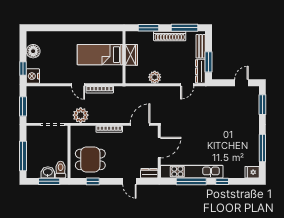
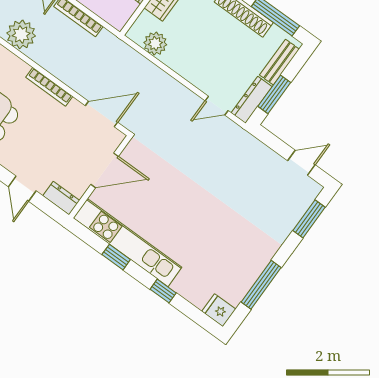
plant: (155, 77) -> (155, 44), moved
window: (191, 181) -> (116, 257), width x0.46

